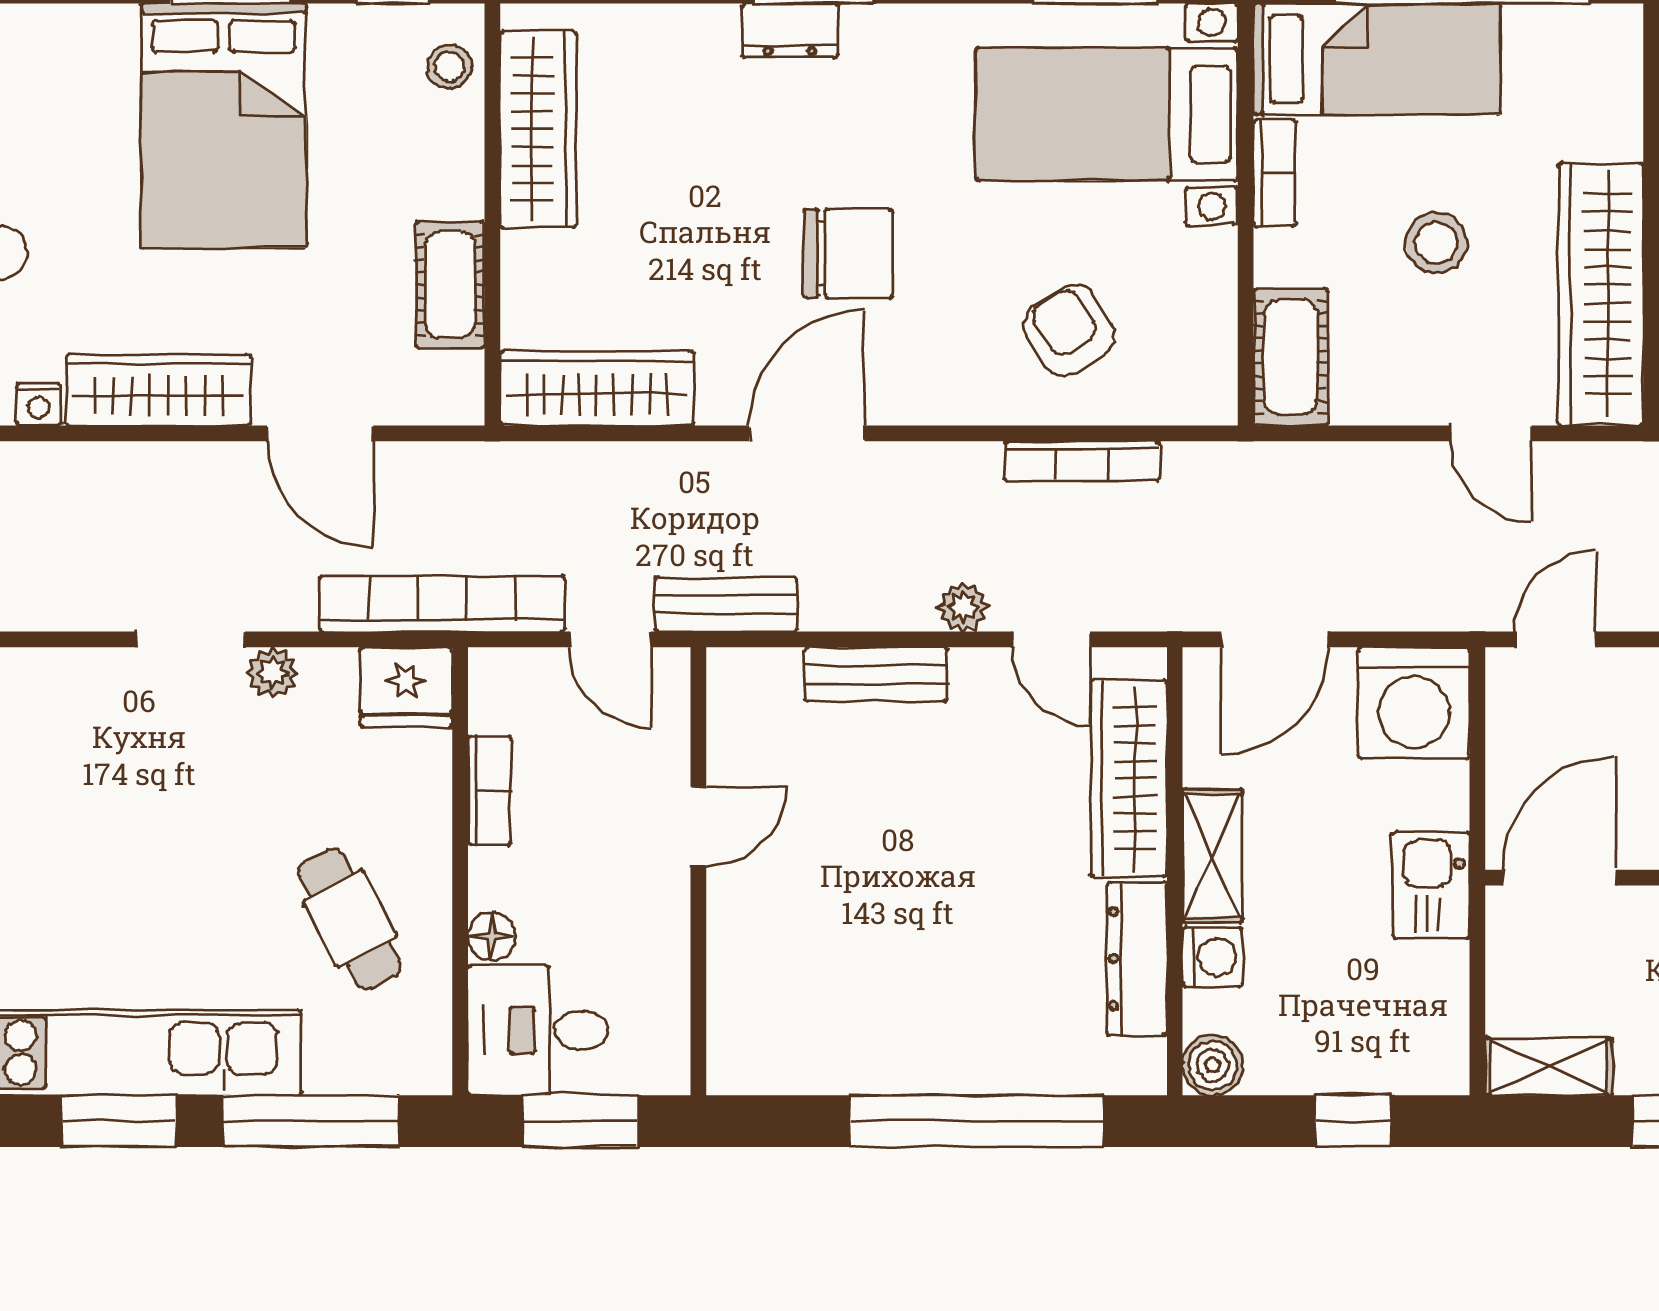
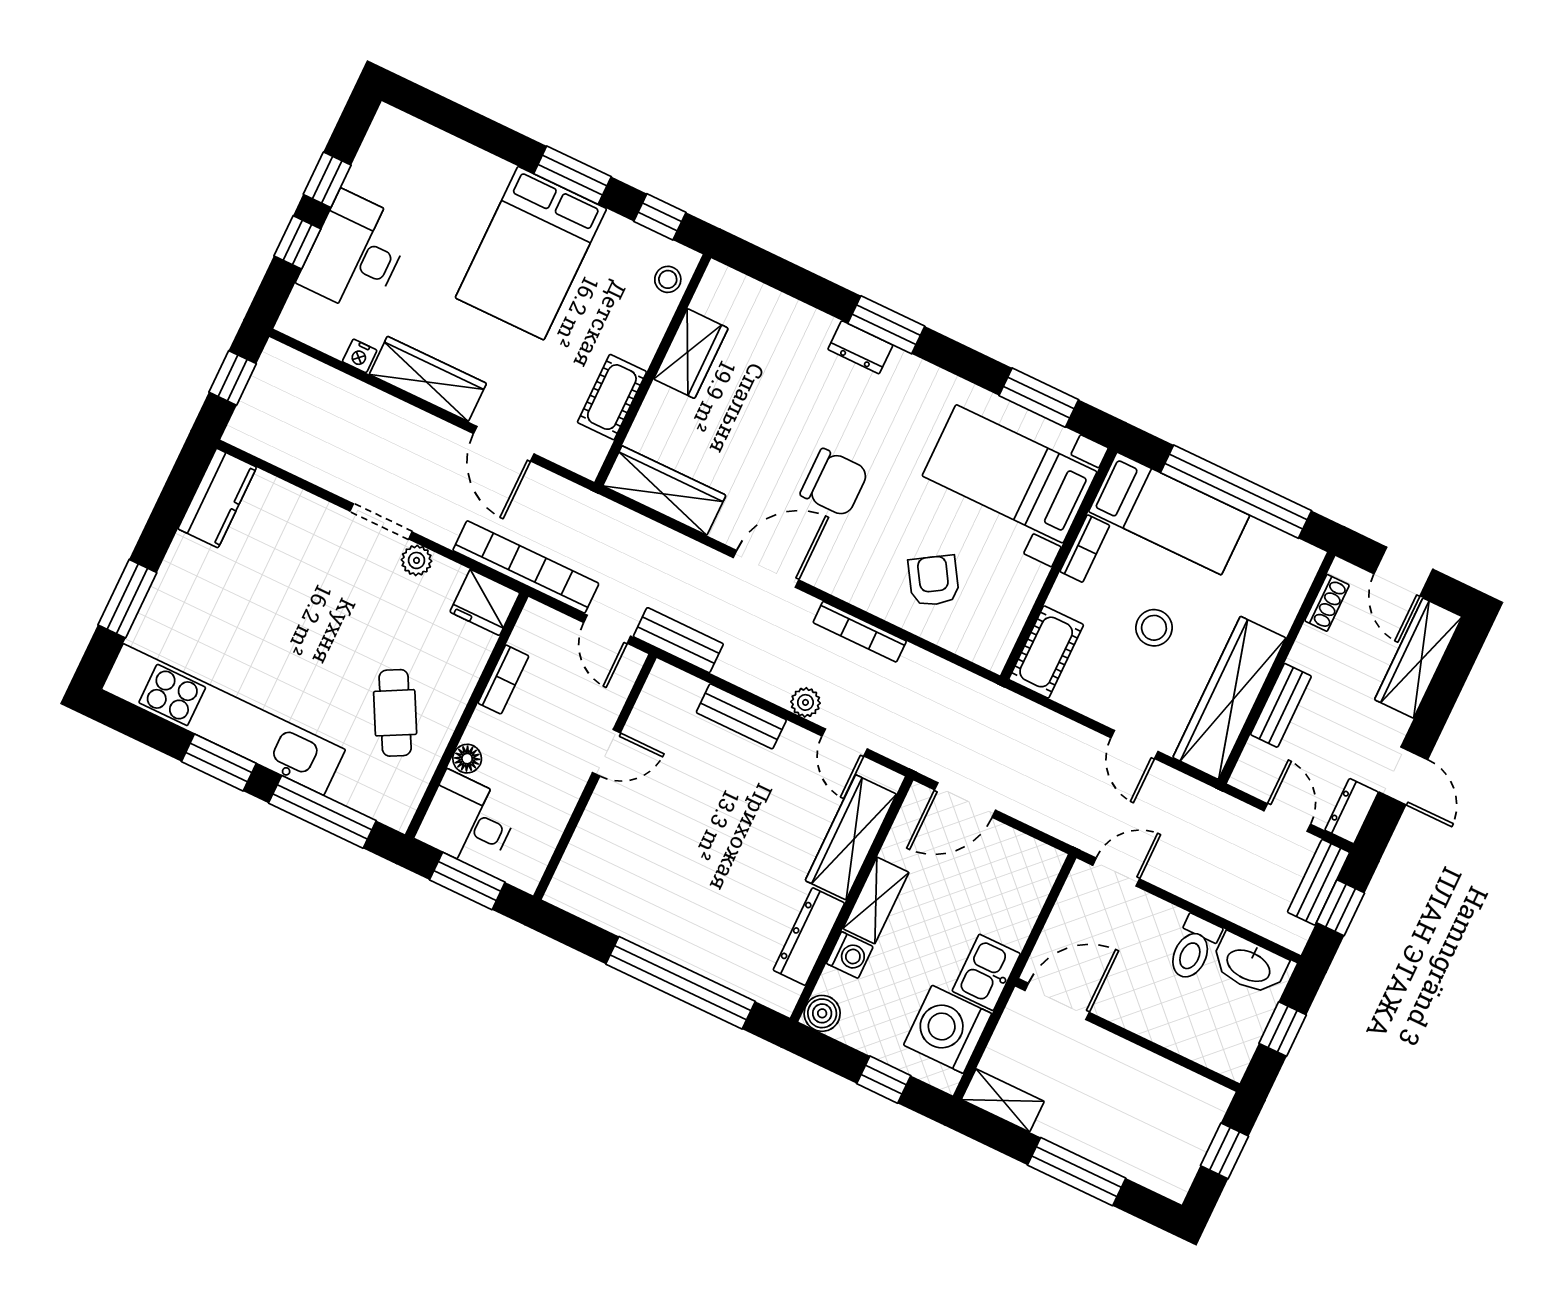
wardrobe: (538, 129) -> (691, 354), width x0.67
bookcase: (1082, 461) -> (860, 632), moved
washing machine: (1414, 703) -> (948, 1029), moved, turned 90

